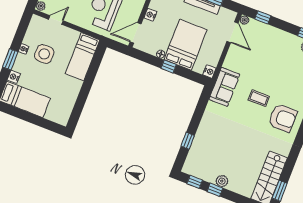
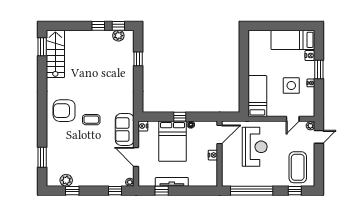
door: (233, 32) -> (136, 157), moved
sofa: (224, 87) -> (125, 129), moved
plant: (222, 181) -> (118, 36), moved

